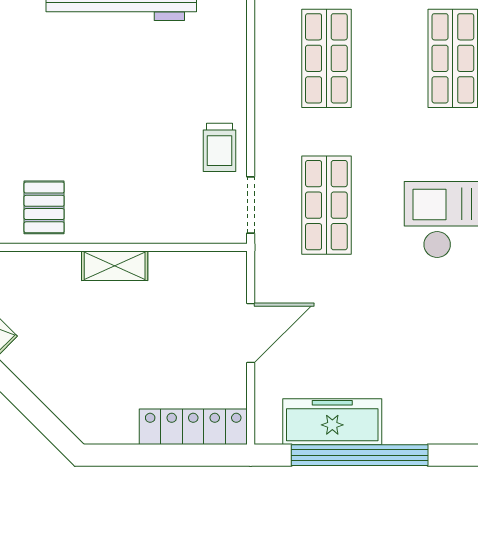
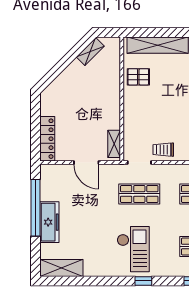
shelving: (115, 266) -> (114, 144), moved
freezer: (332, 422) -> (49, 222), moved

